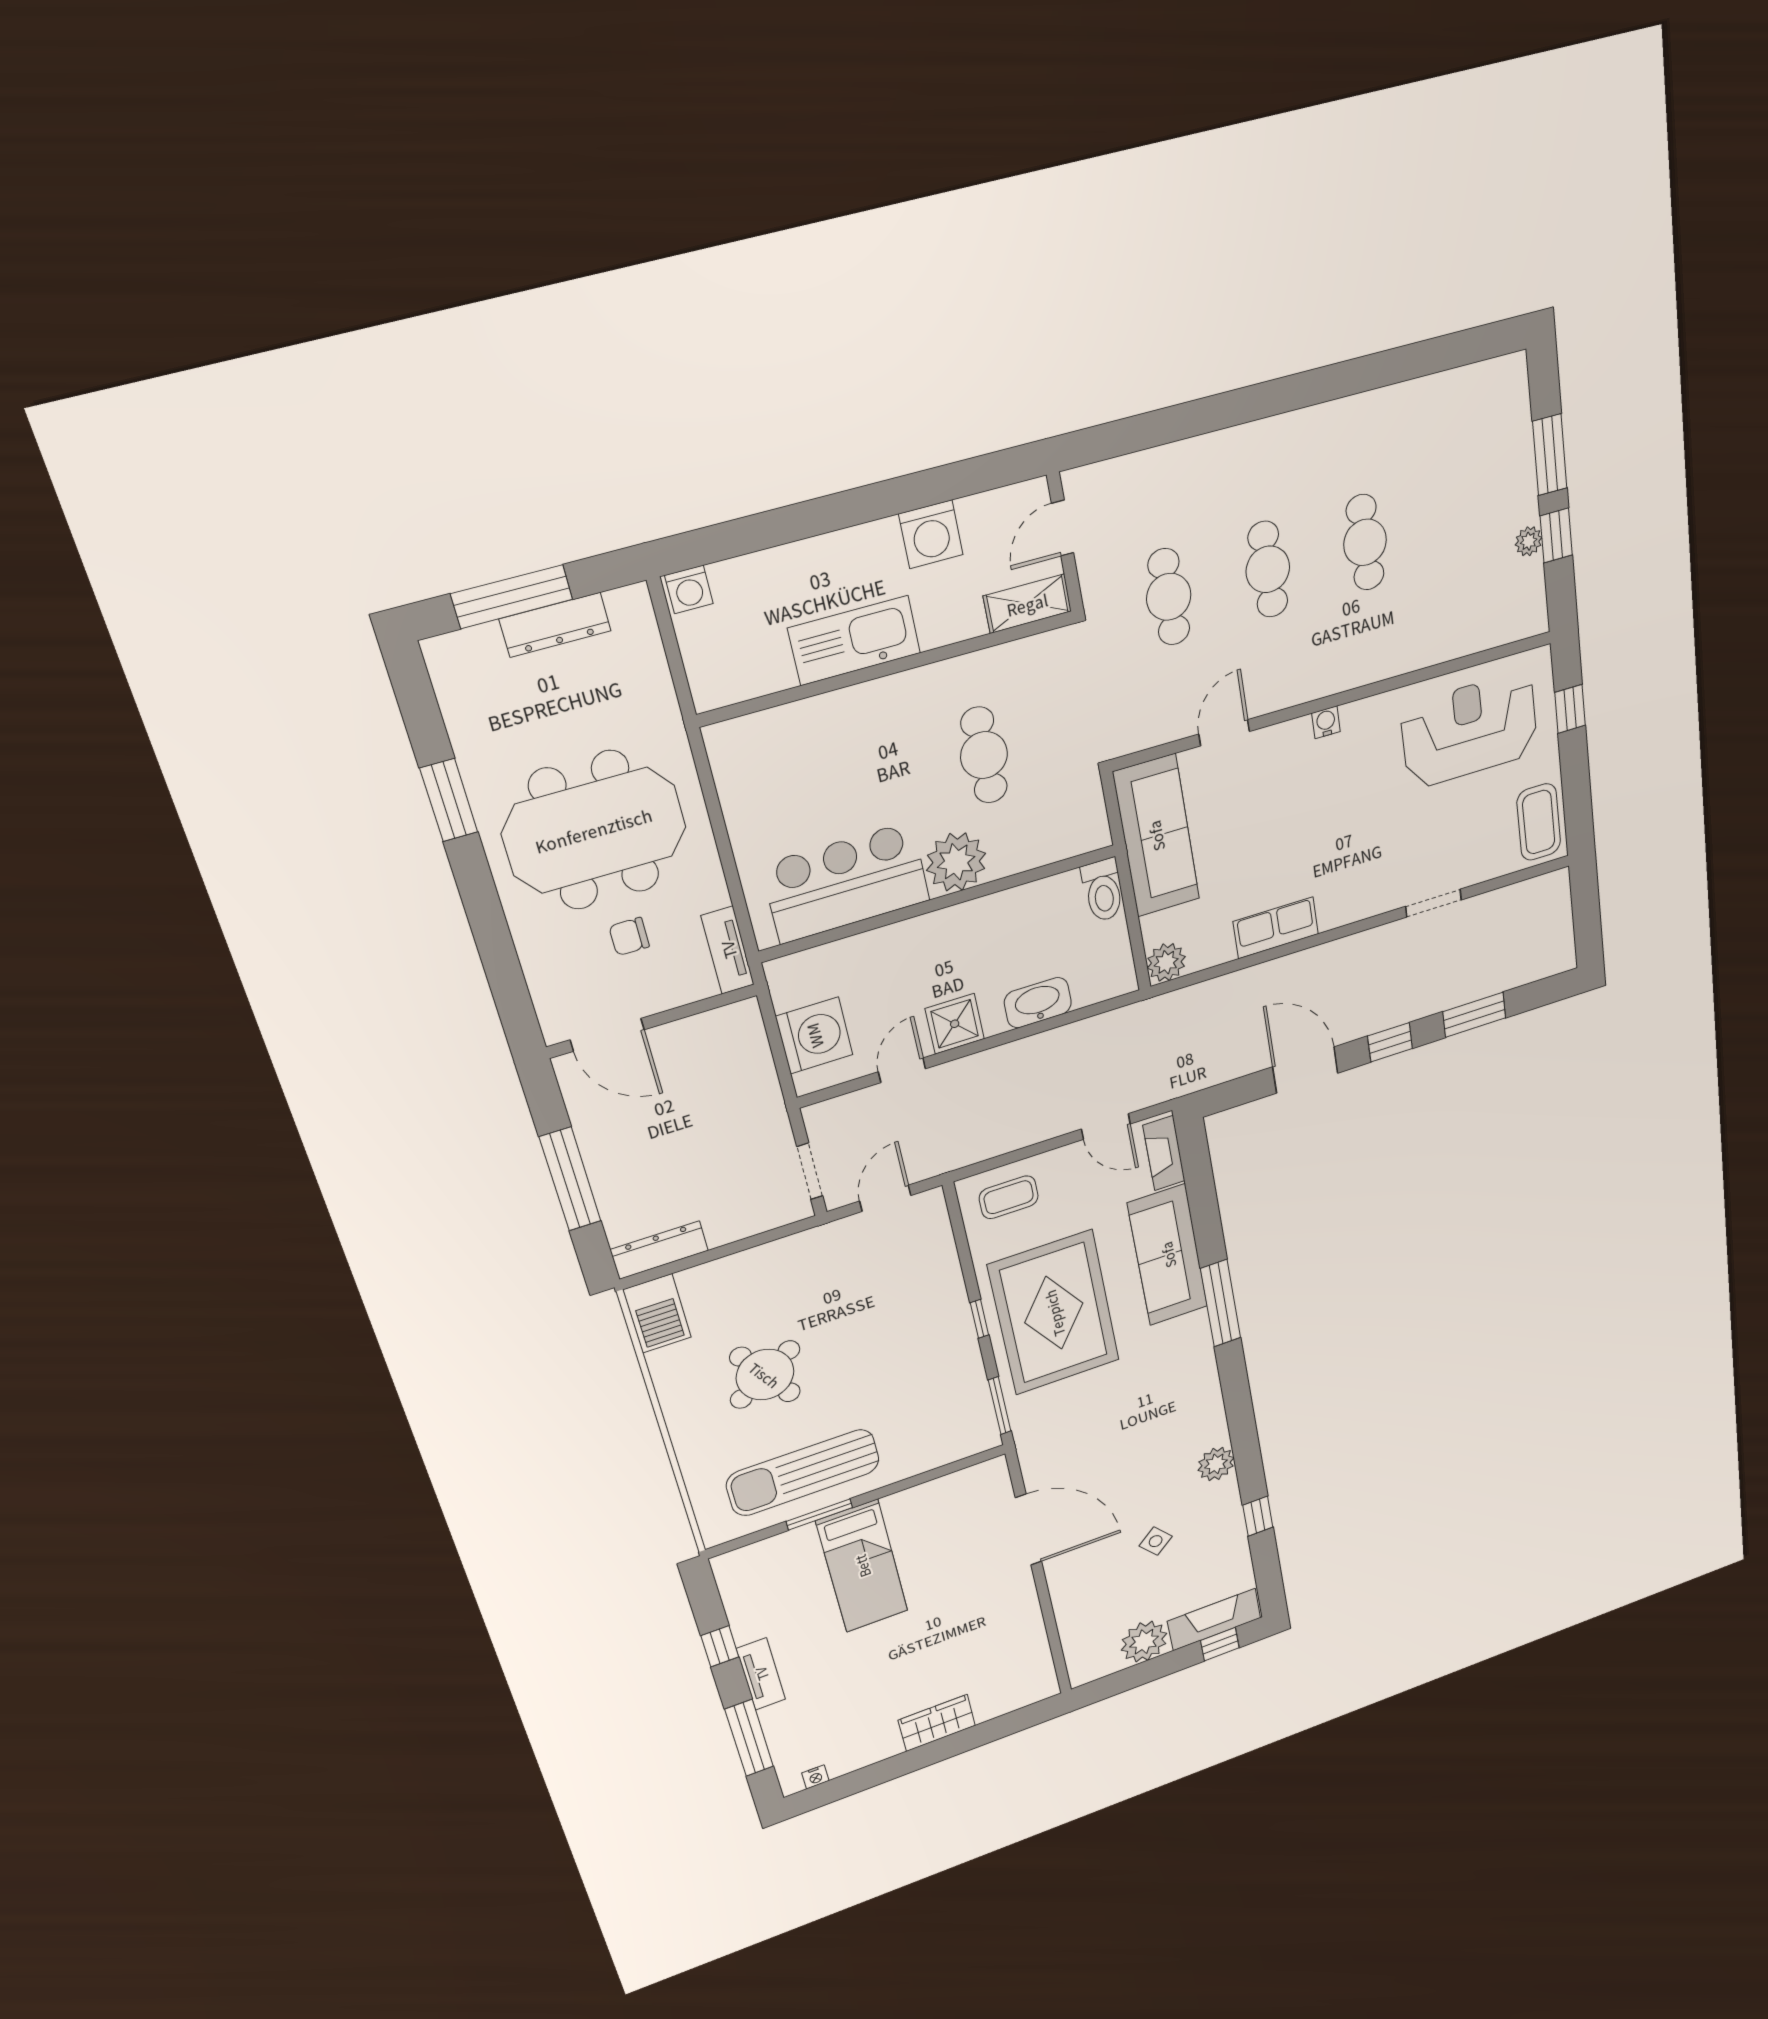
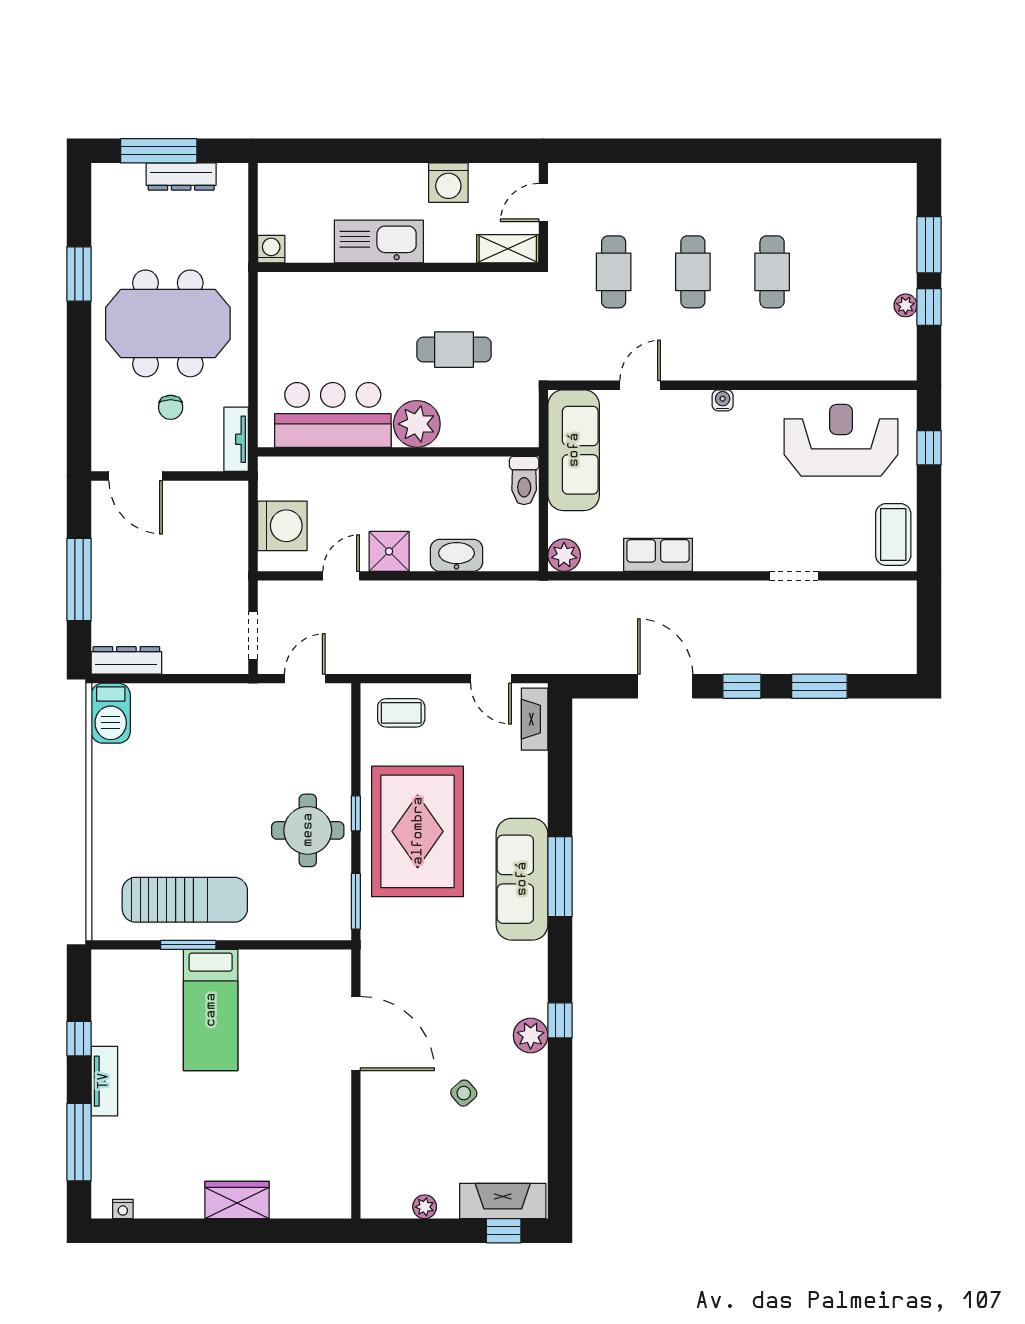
washing machine: (689, 589) -> (271, 249), moved, turned 180
cafe table: (984, 755) -> (454, 350), turned 90
chair: (629, 936) -> (171, 407), turned -90
sofa: (1168, 1255) -> (522, 879), moved
round table: (765, 1375) -> (308, 830), moved, turned 32
sun lounger: (803, 1473) -> (185, 900), turned 180
window: (1258, 1516) -> (560, 1020), moved
plant: (1144, 1642) -> (425, 1207), width x0.53, depth x0.53

